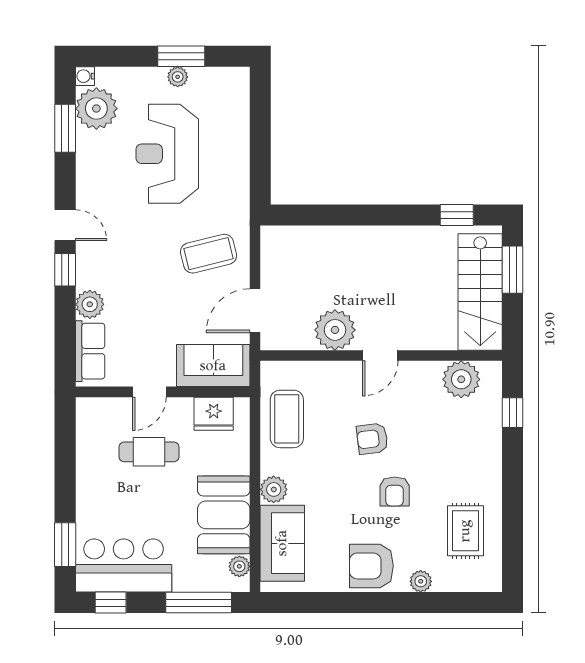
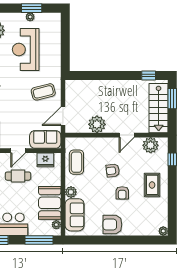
door: (380, 355) -> (127, 135), moved
rug: (465, 531) -> (152, 185), moved
plant: (421, 581) -> (163, 231), moved

